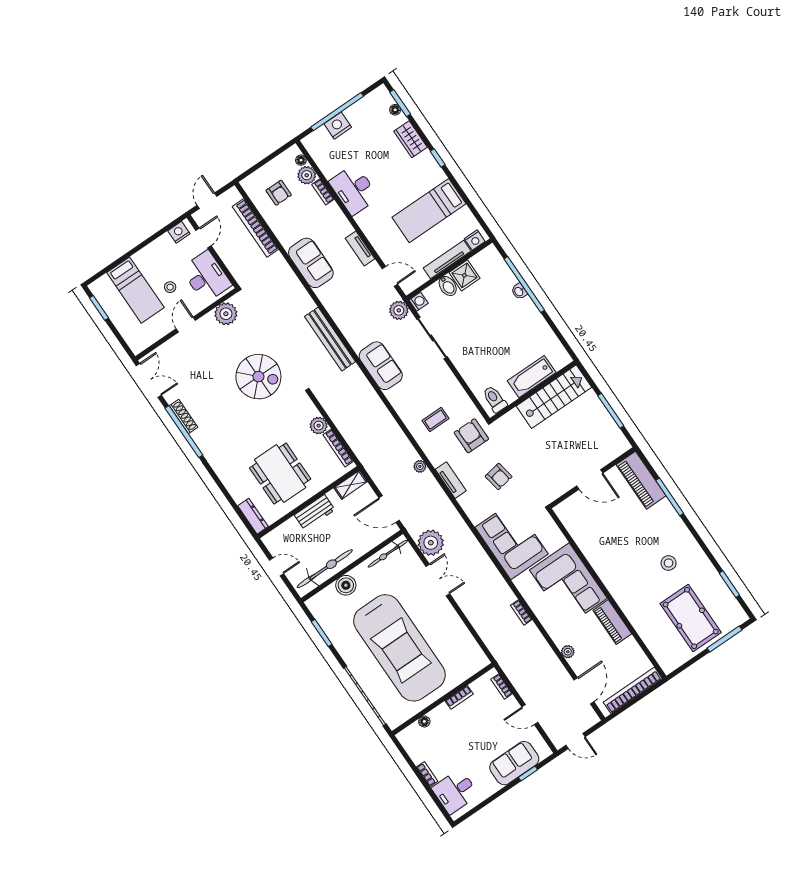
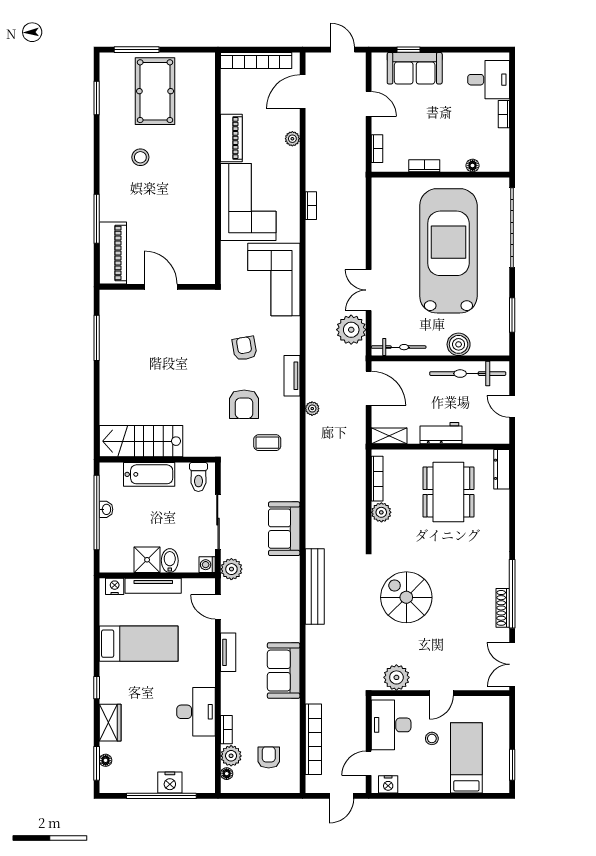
bathtub: (532, 377) -> (149, 474), moved
wall: (533, 391) -> (157, 460), moved
stairs: (554, 397) -> (141, 441), moved
toilet: (495, 399) -> (198, 477), moved

